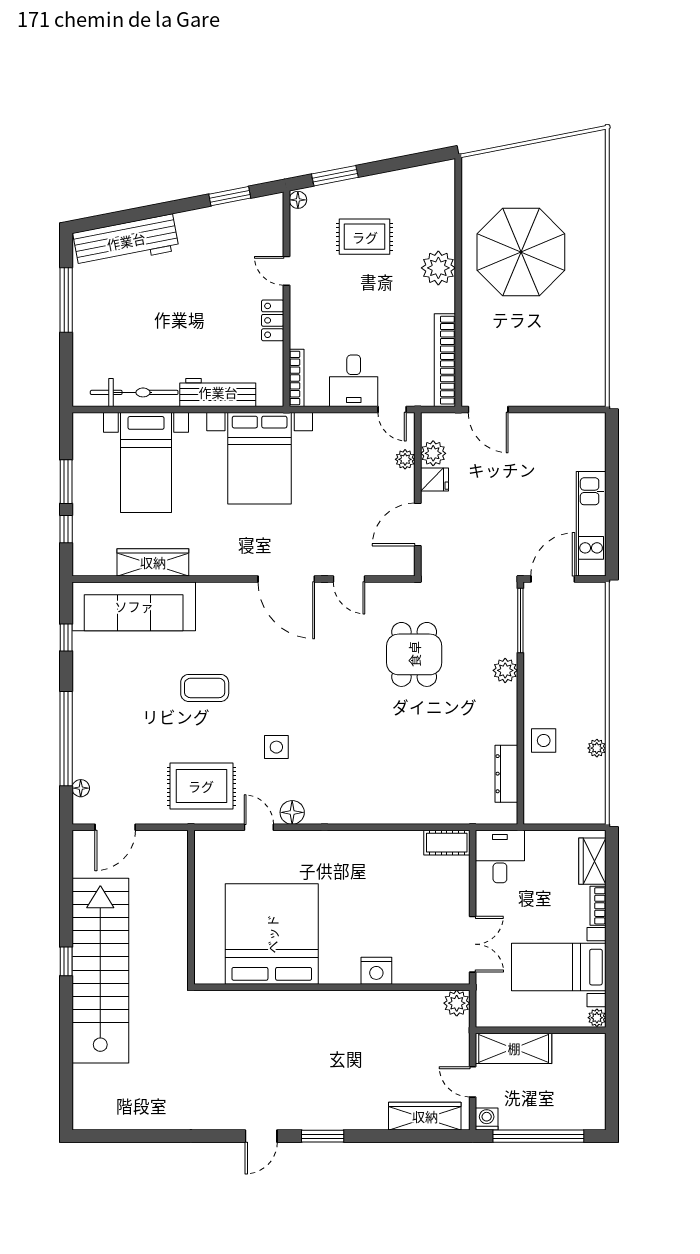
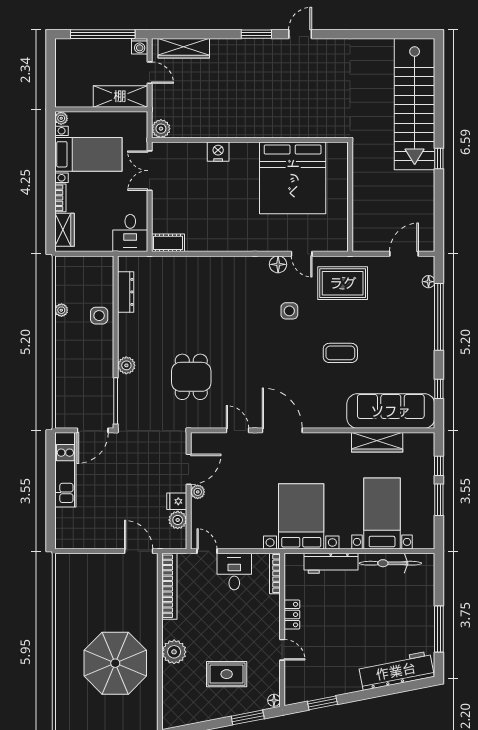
plant: (405, 459) -> (198, 492), moved
stairs: (100, 971) -> (415, 104), moved

